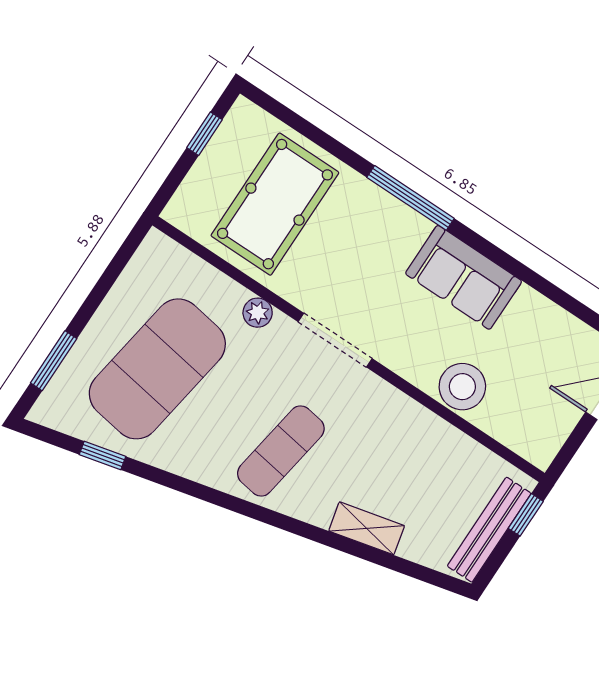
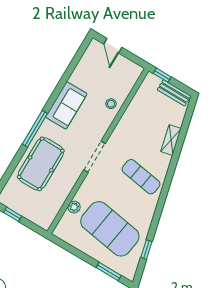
pool table: (275, 204) -> (41, 164), moved, turned 90
plant: (258, 313) -> (74, 207), moved
stool: (462, 387) -> (111, 104), width x0.53, depth x0.53
bench: (489, 530) -> (174, 93), width x0.73

